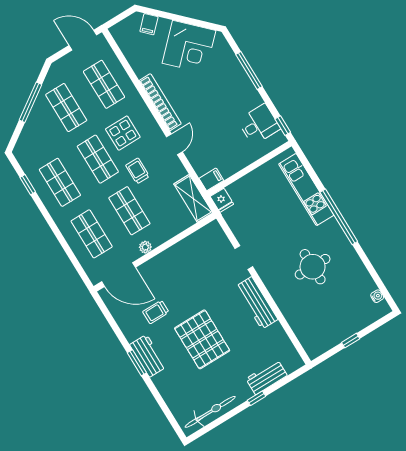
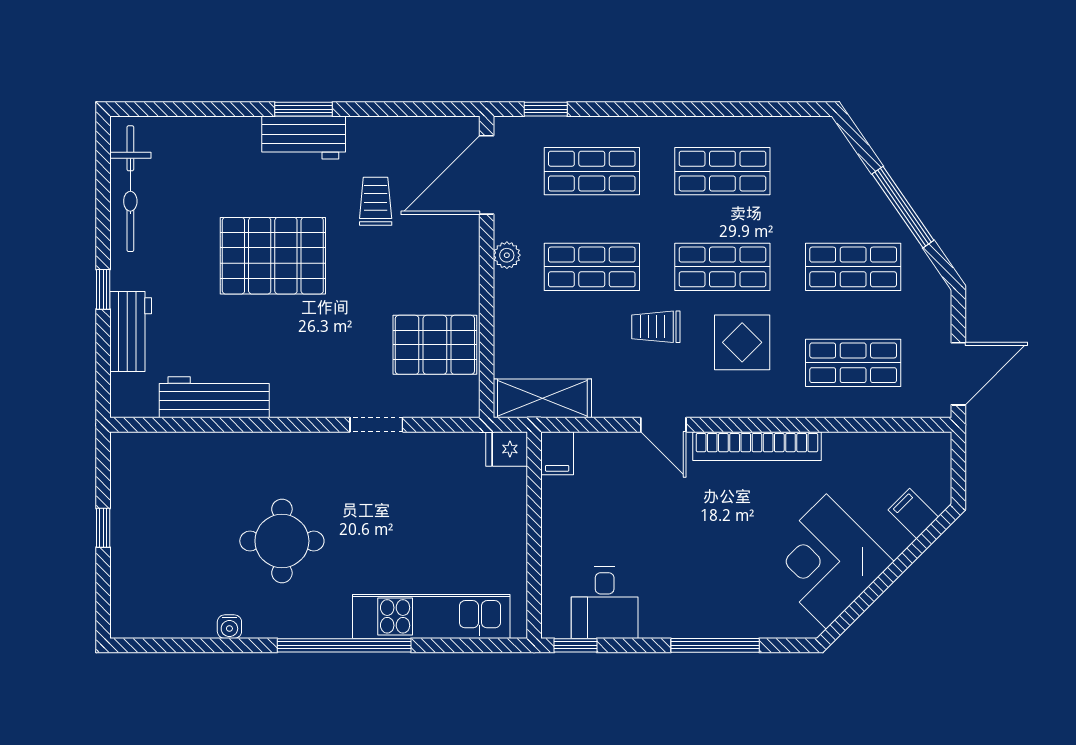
trolley: (138, 171) -> (656, 327), turned 180
window: (28, 185) -> (546, 109), moved
pallet: (198, 254) -> (435, 345), added
water cooler: (377, 296) -> (229, 627), moved
workbench: (257, 303) -> (214, 397), moved

